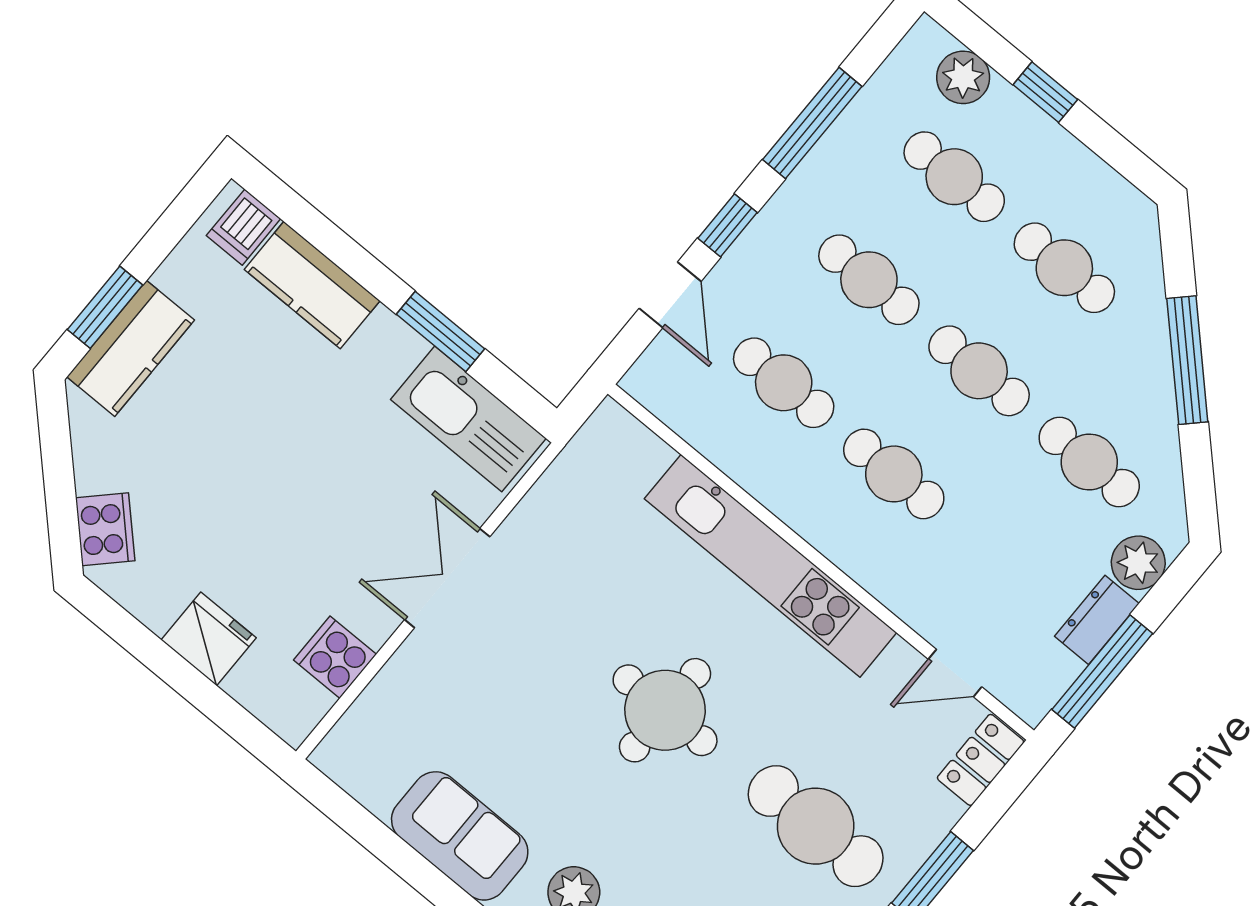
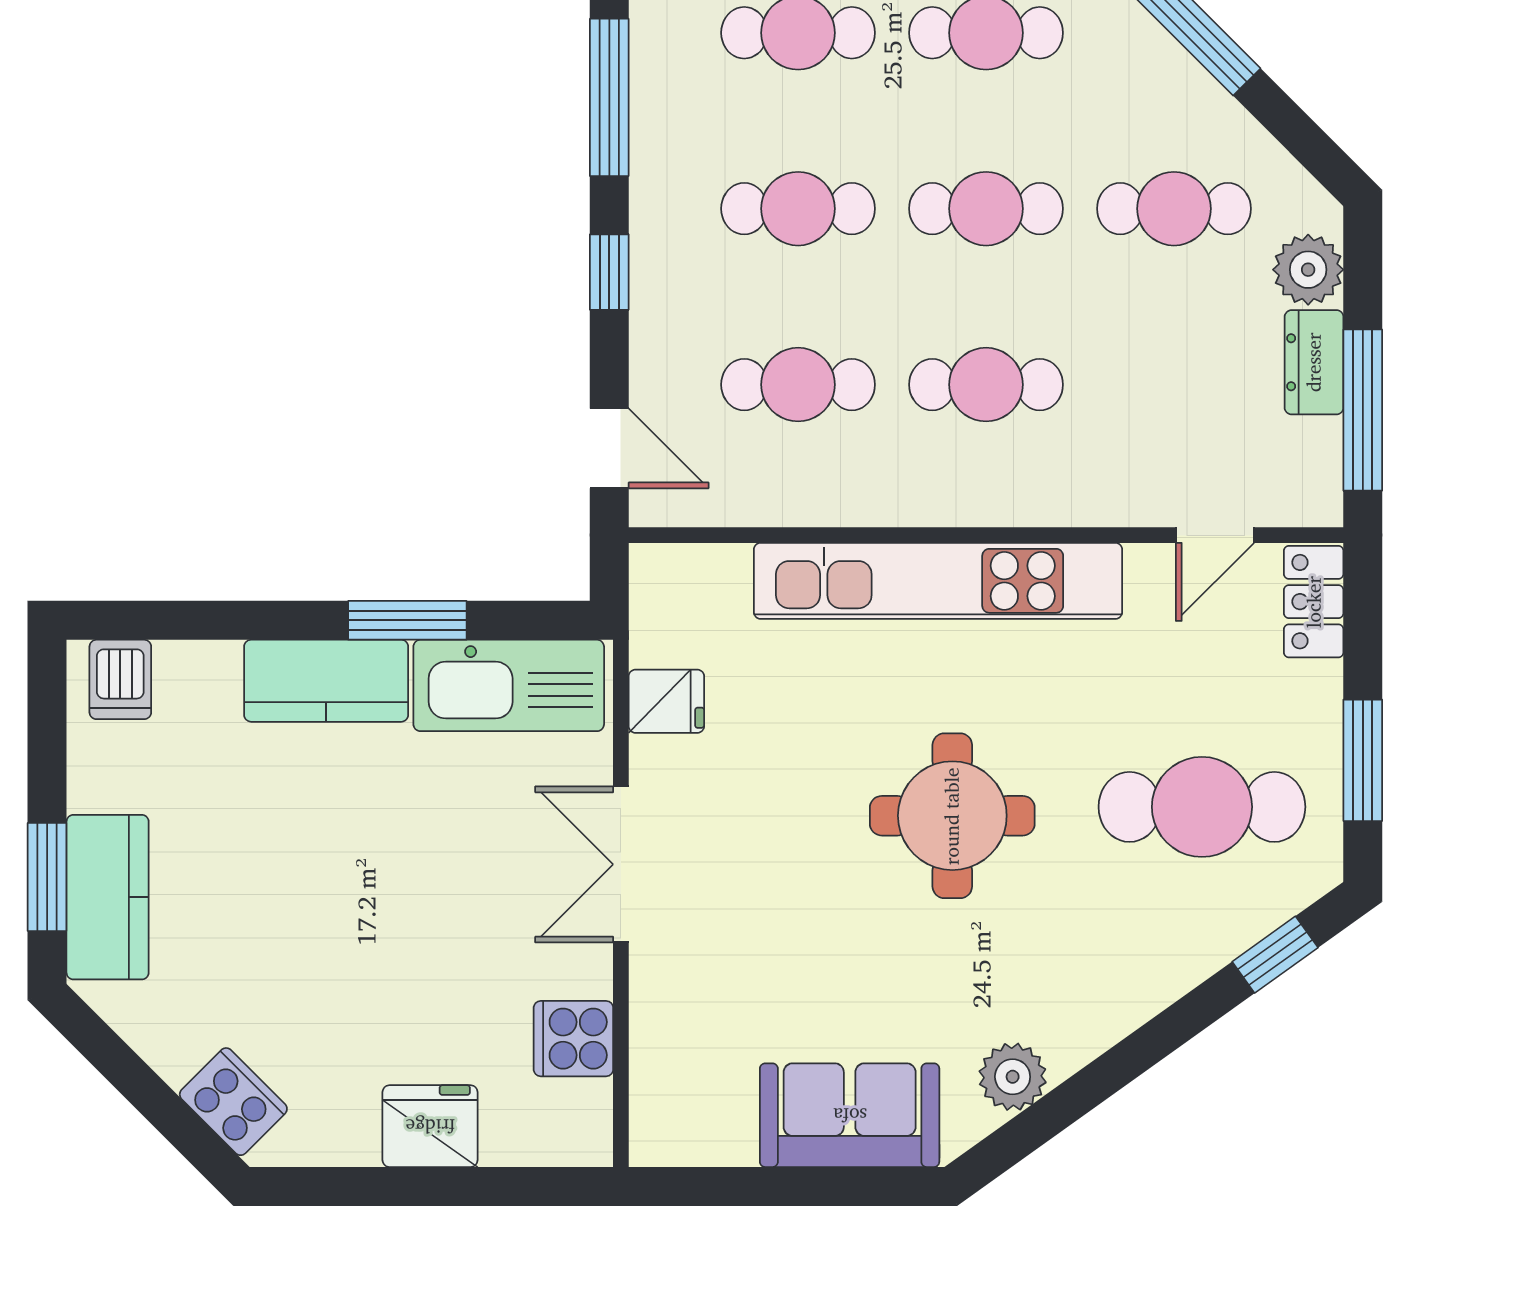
kitchen counter: (312, 285) -> (326, 681), moved
door: (670, 295) -> (609, 448), moved
fridge: (553, 505) -> (666, 701), added

